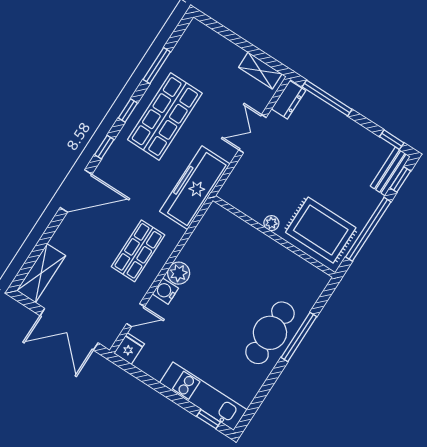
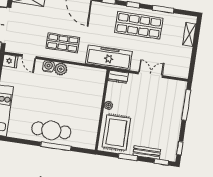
shelving: (260, 71) -> (189, 34), moved
dresser: (289, 100) -> (118, 77), moved
bench: (390, 171) -> (147, 152), moved
window: (368, 229) -> (128, 157), width x0.47

